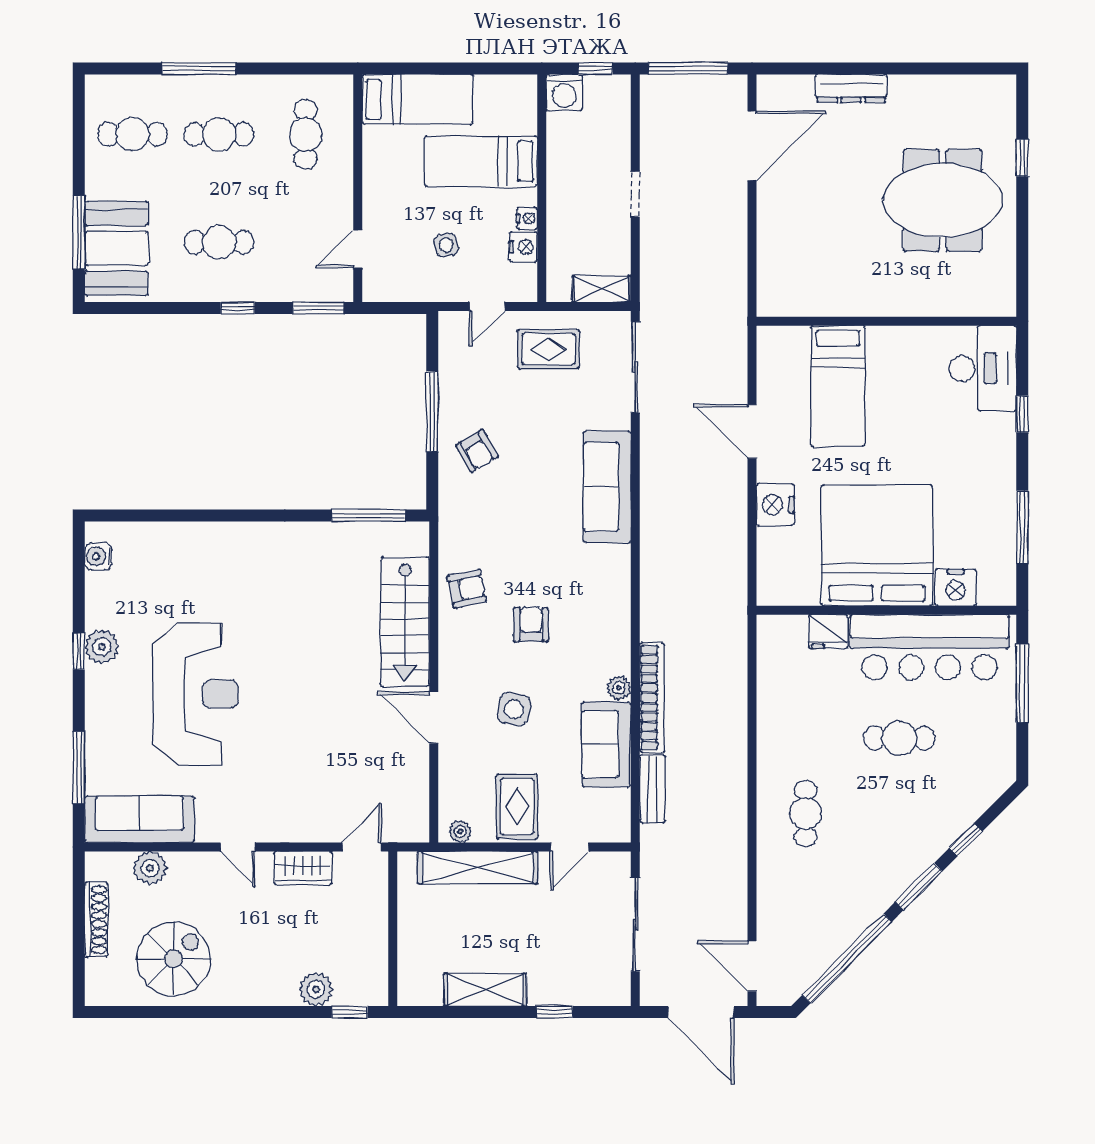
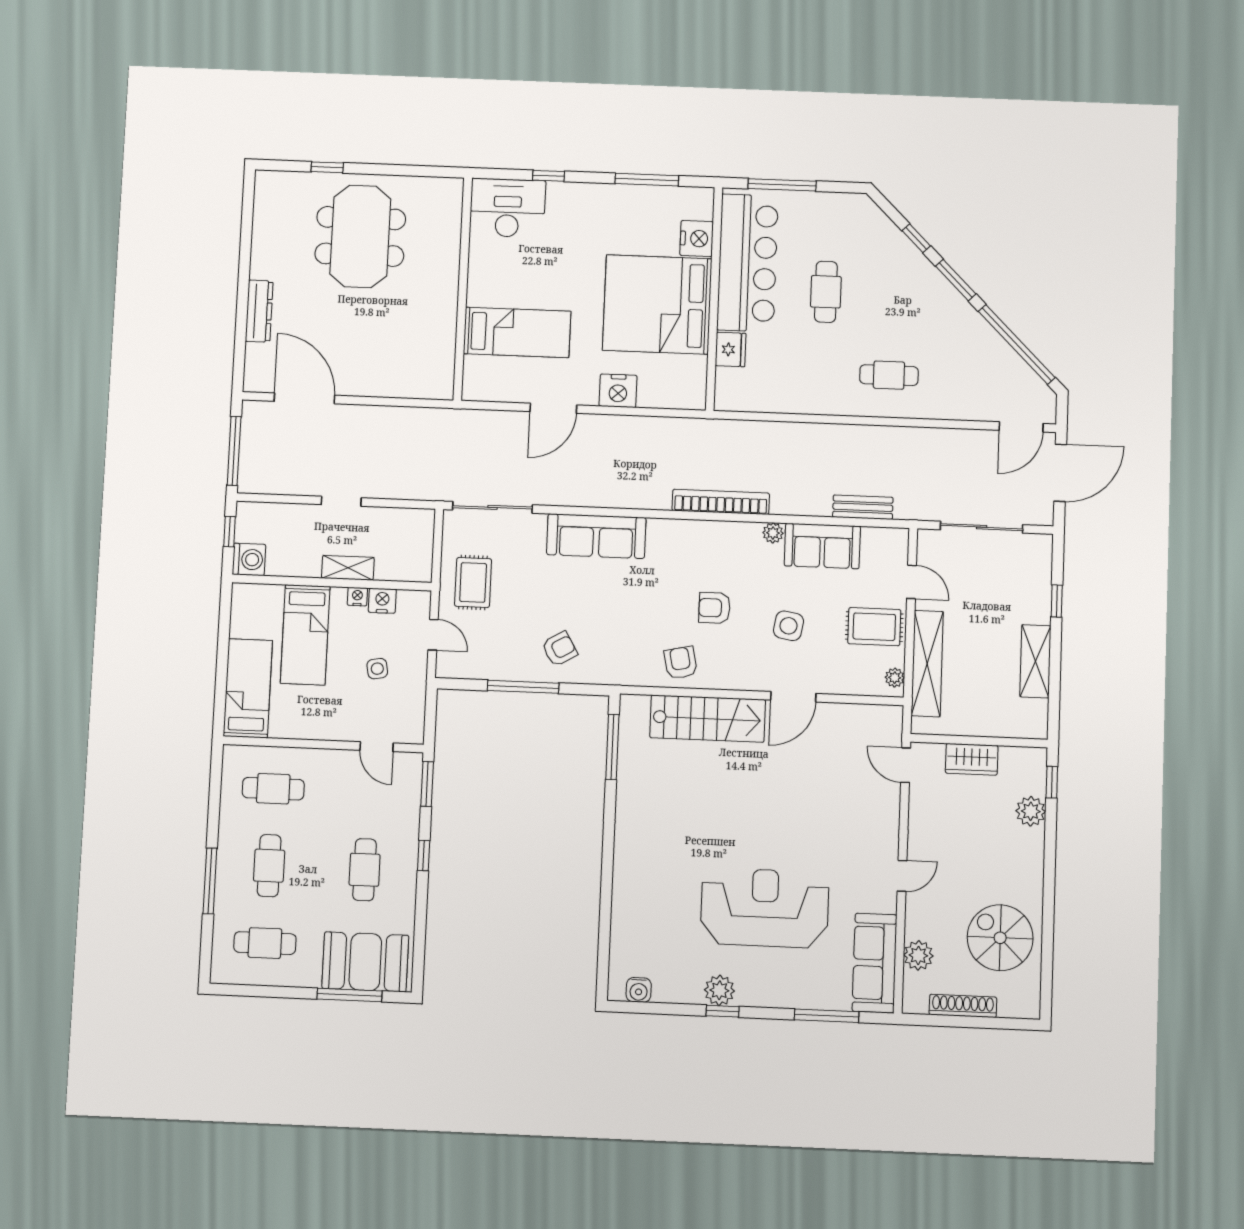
cafe table: (132, 134) -> (265, 943), turned 90
shelving: (602, 289) -> (348, 568), moved, turned 90
bookcase: (652, 698) -> (721, 502), moved
wardrobe: (303, 868) -> (972, 759), moved, turned 90

